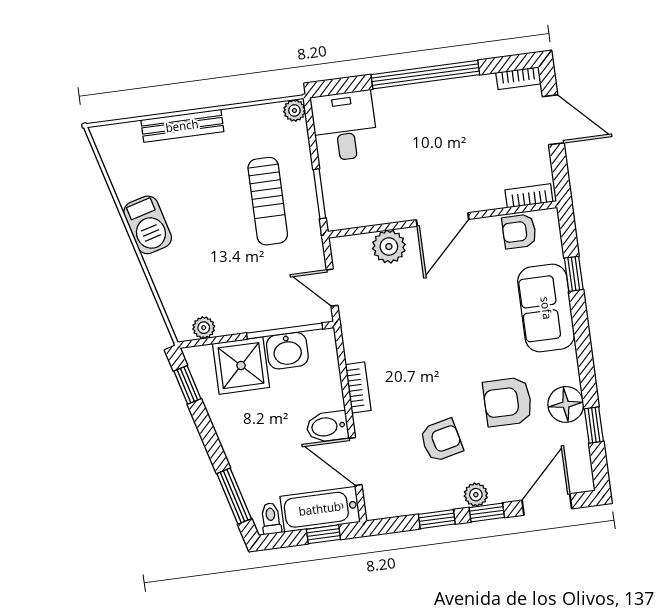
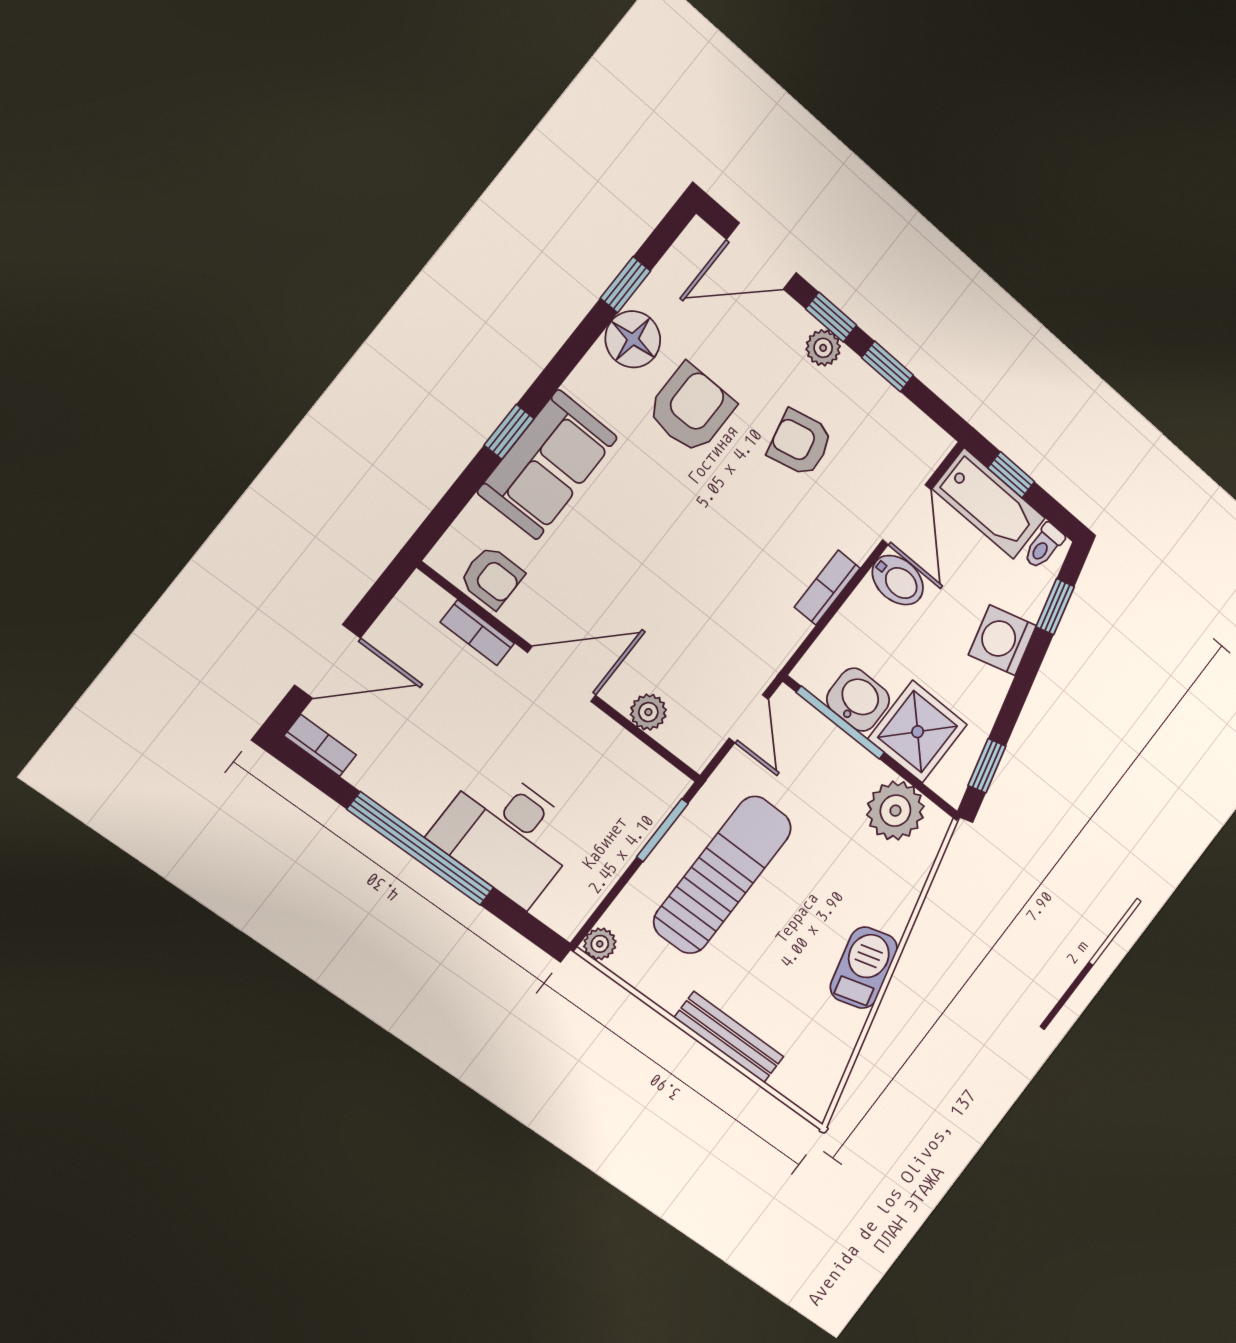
door: (553, 120) -> (328, 661), swing flipped
desk: (344, 126) -> (507, 835), moved, width x1.37
bookcase: (529, 196) -> (477, 633), moved
sun lounger: (268, 201) -> (723, 875), width x1.36, depth x1.34
plant: (389, 247) -> (648, 712), width x0.73, depth x0.73
window: (574, 274) -> (509, 432), moved
plant: (204, 328) -> (895, 811), width x1.88, depth x1.88
armchair: (508, 402) -> (691, 409), turned -90
washing machine: (244, 453) -> (1002, 640), added
window: (234, 496) -> (1055, 607), width x0.67

